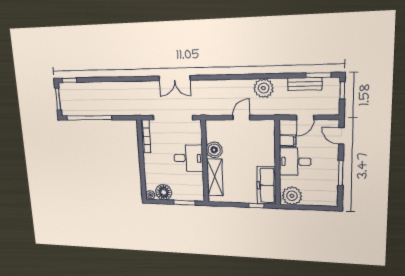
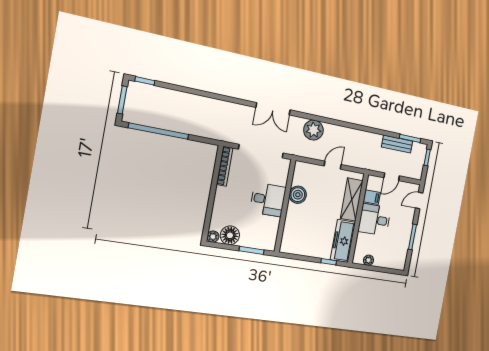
plant: (264, 88) -> (313, 130), moved
door: (341, 136) -> (419, 200), hinge flipped
shelving: (215, 177) -> (352, 199), moved
plant: (292, 196) -> (368, 260), width x0.53, depth x0.53

